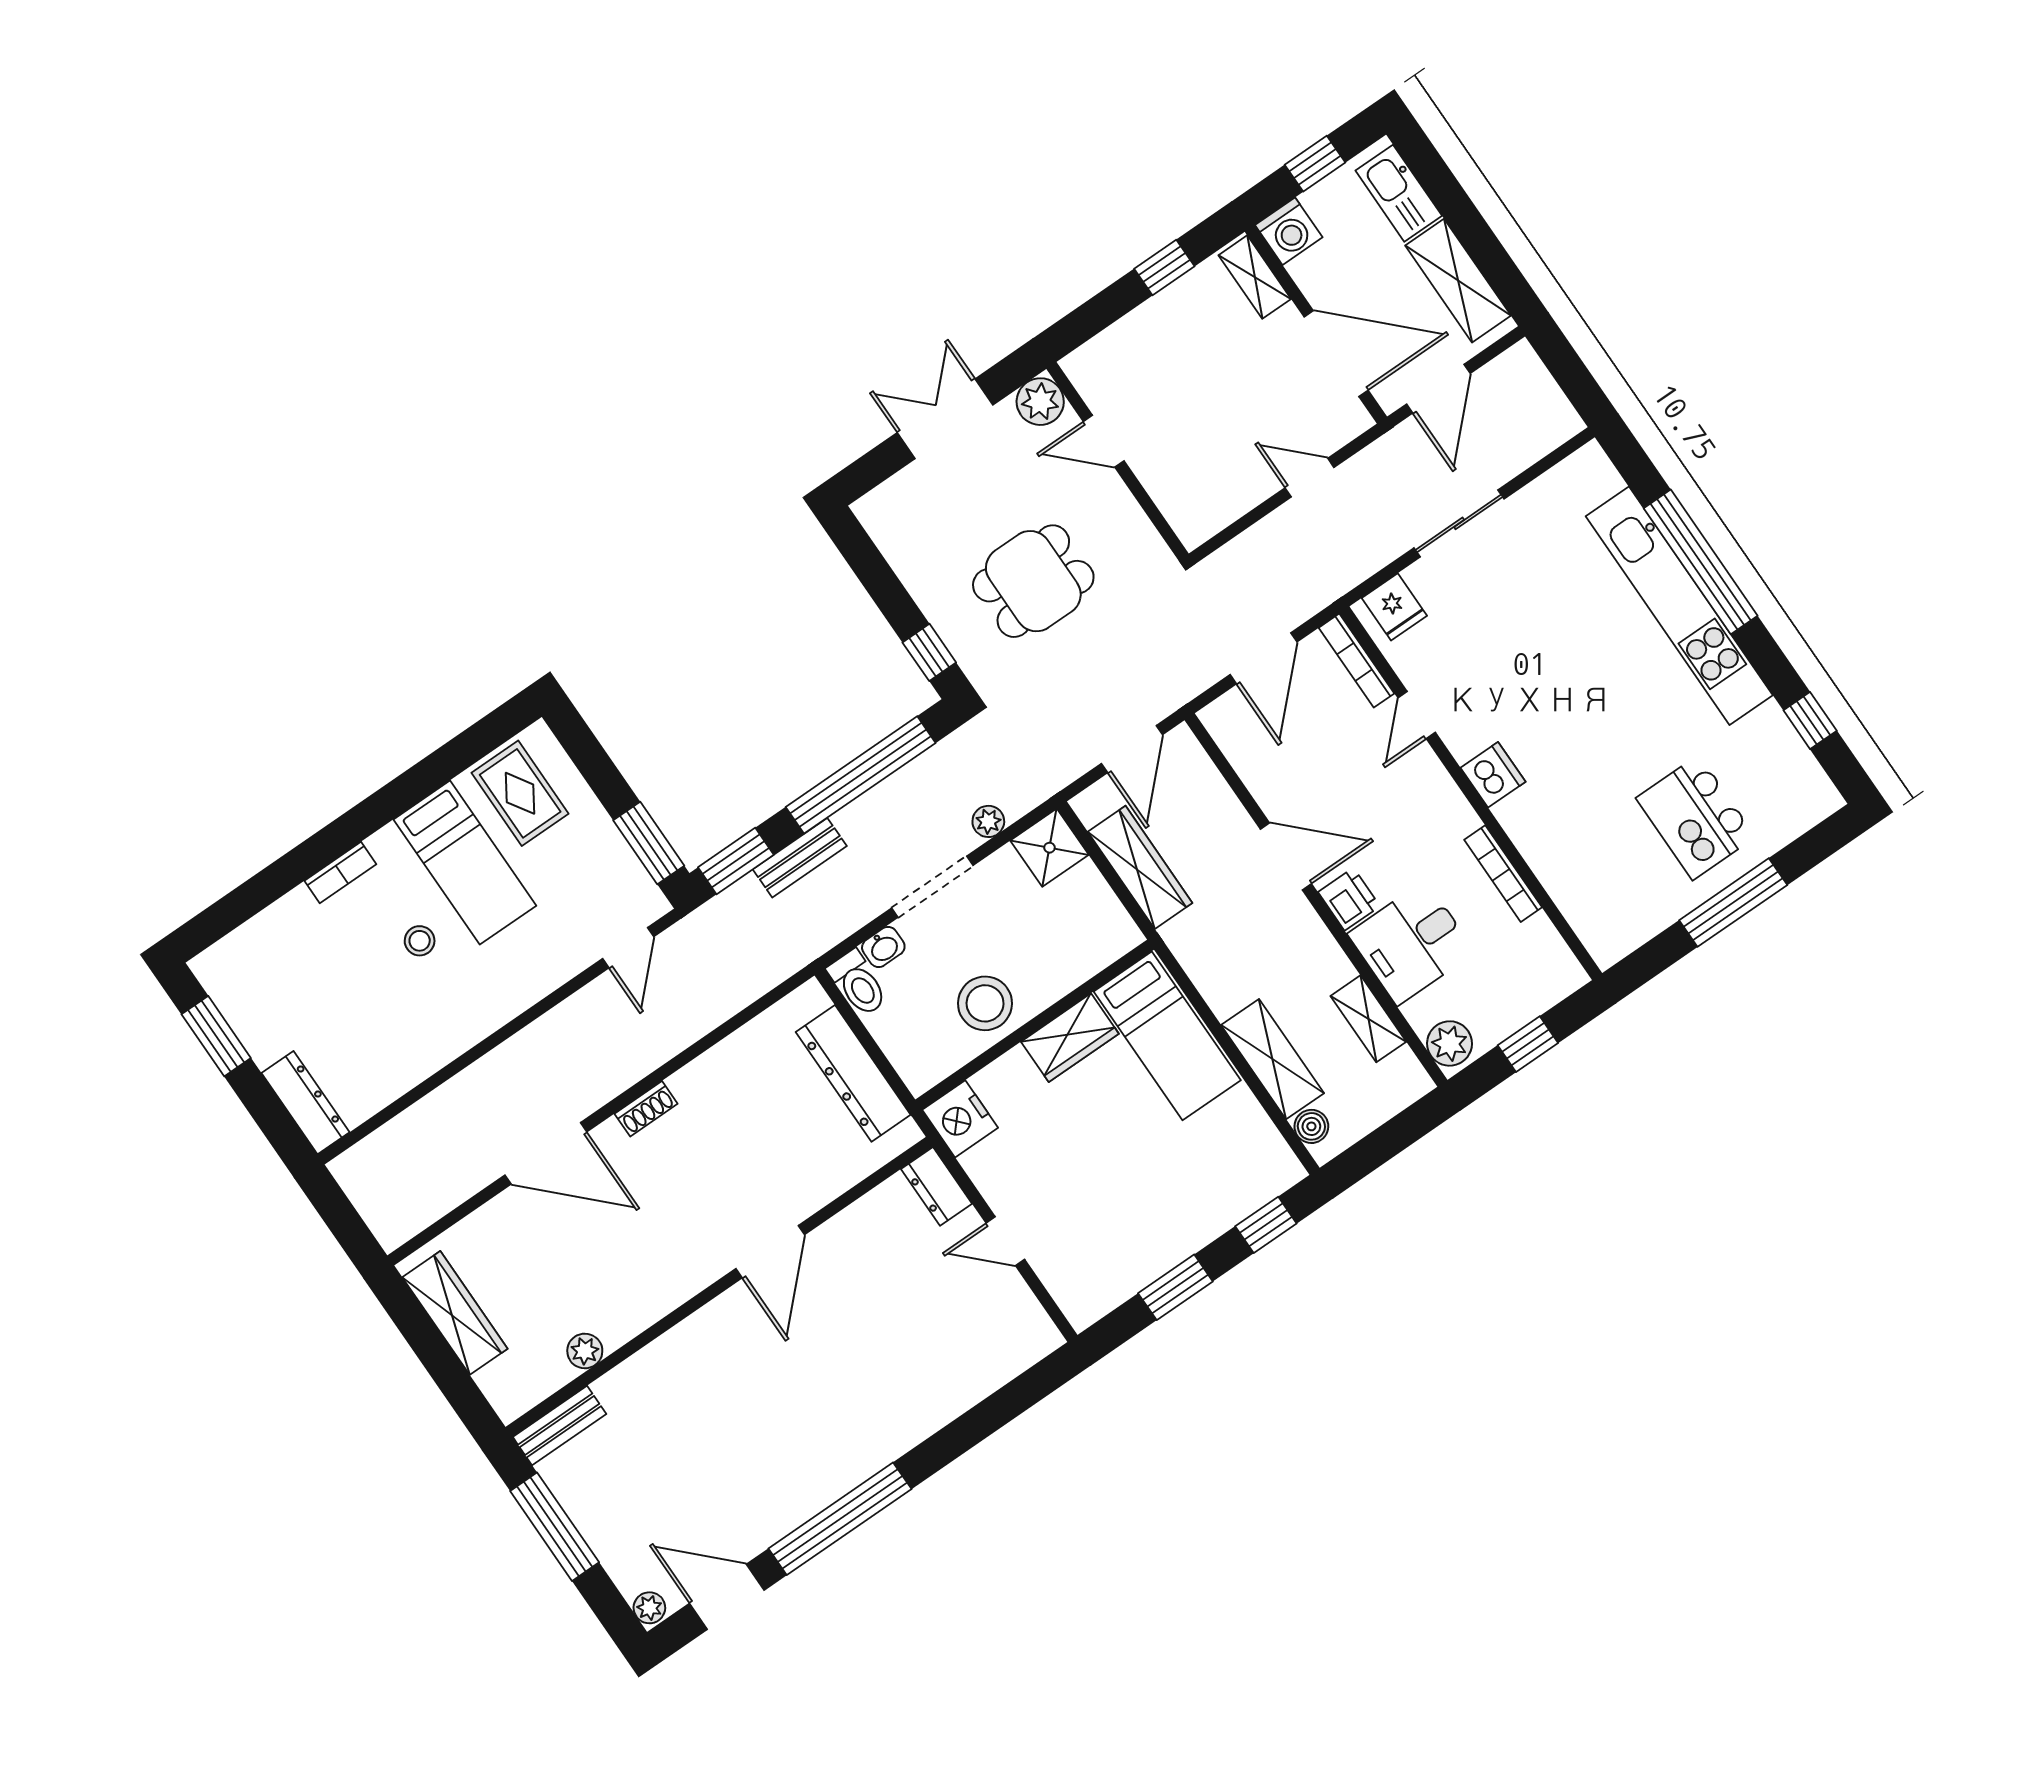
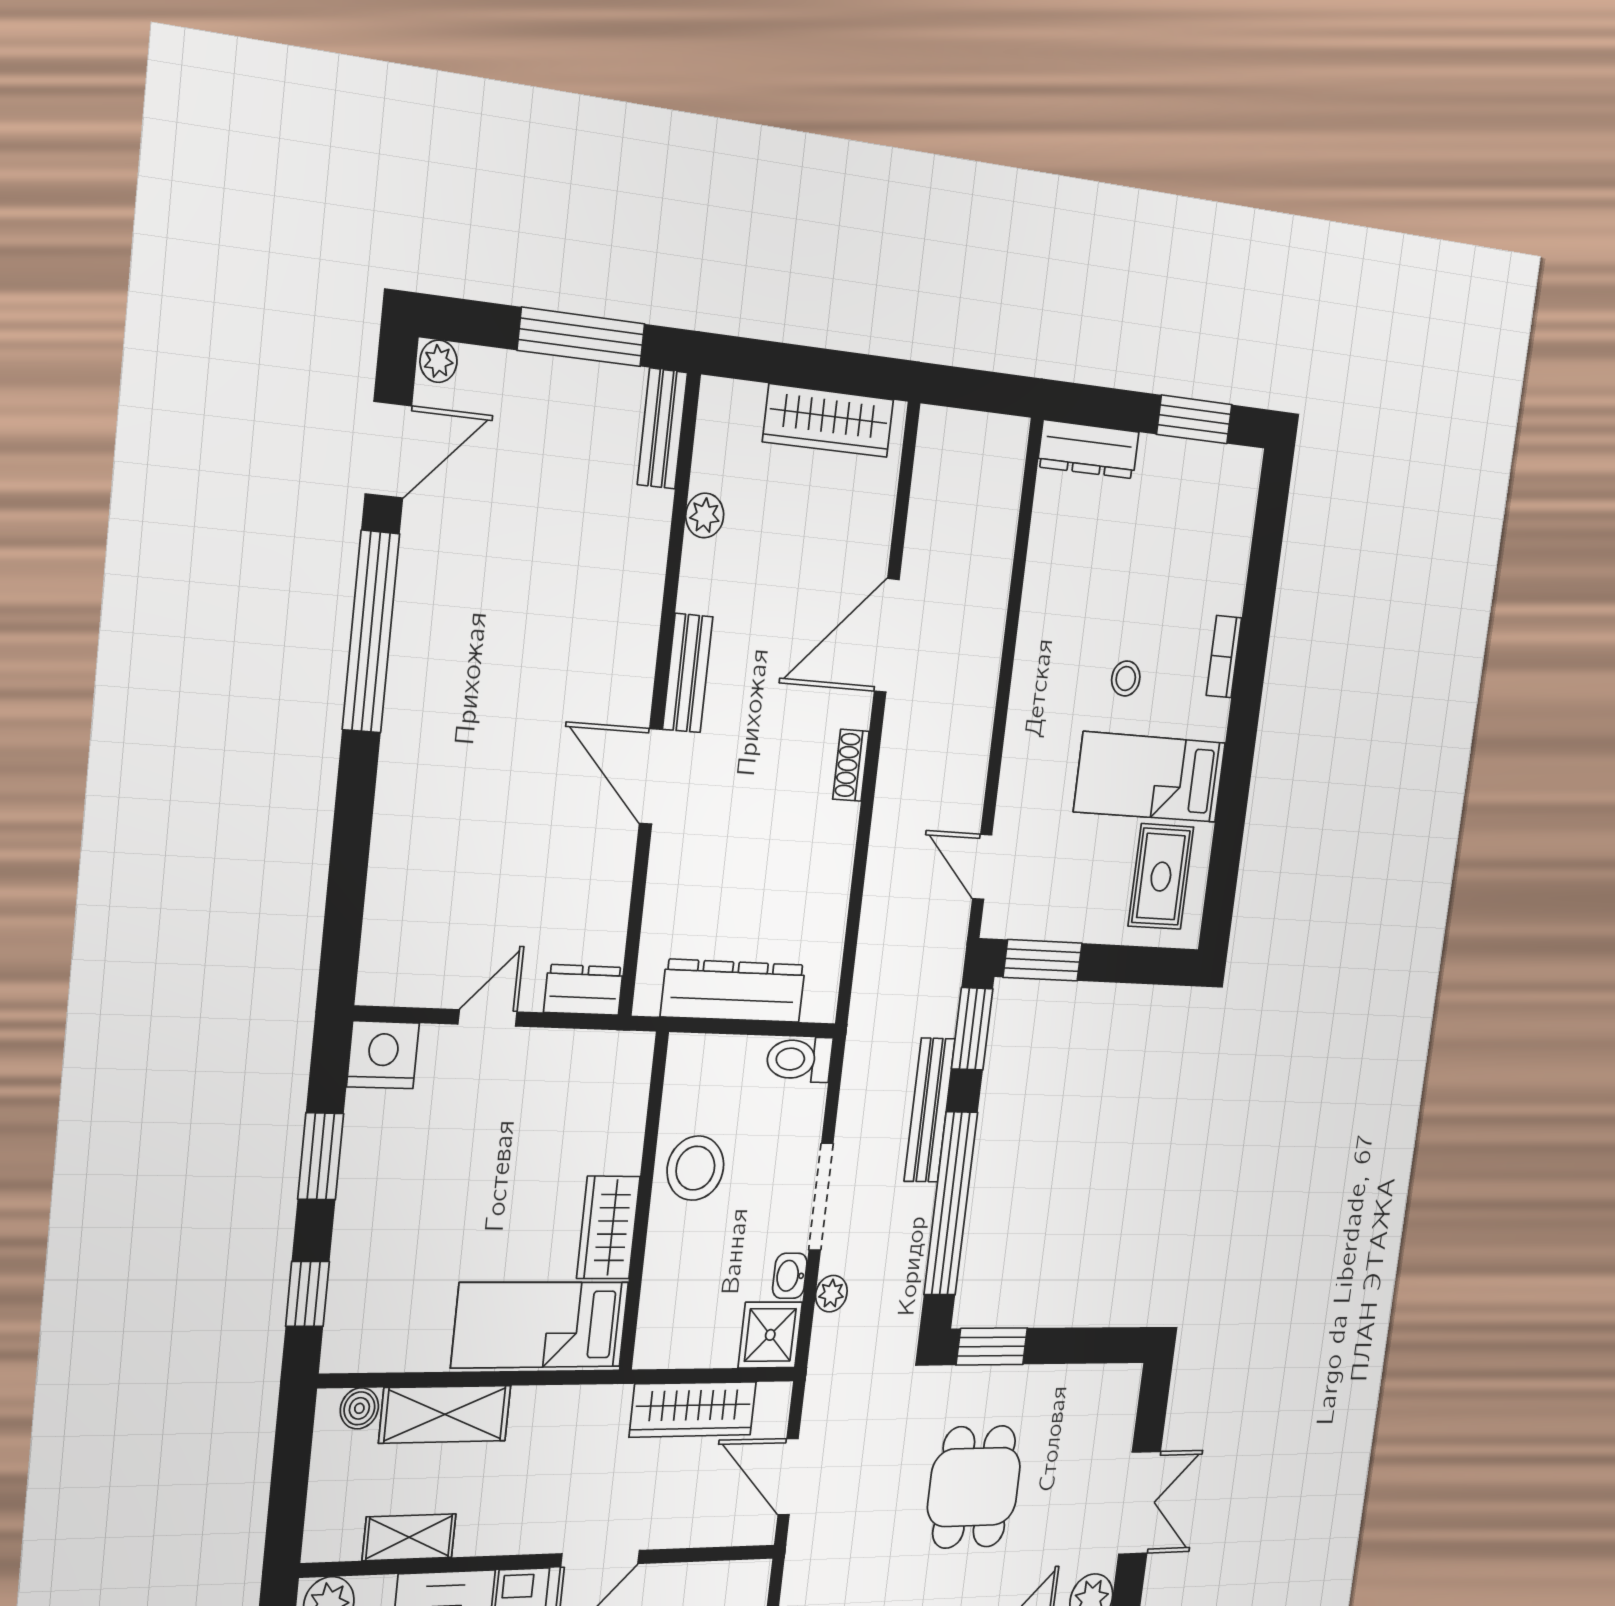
window: (929, 652) -> (992, 1347), width x1.50
rug: (520, 793) -> (1161, 877), turned 90
bench: (800, 858) -> (929, 1110), width x1.36
washbasin: (883, 947) -> (790, 1276), moved
nightstand: (960, 1119) -> (383, 1055), moved
bench: (687, 1280) -> (688, 673), added

